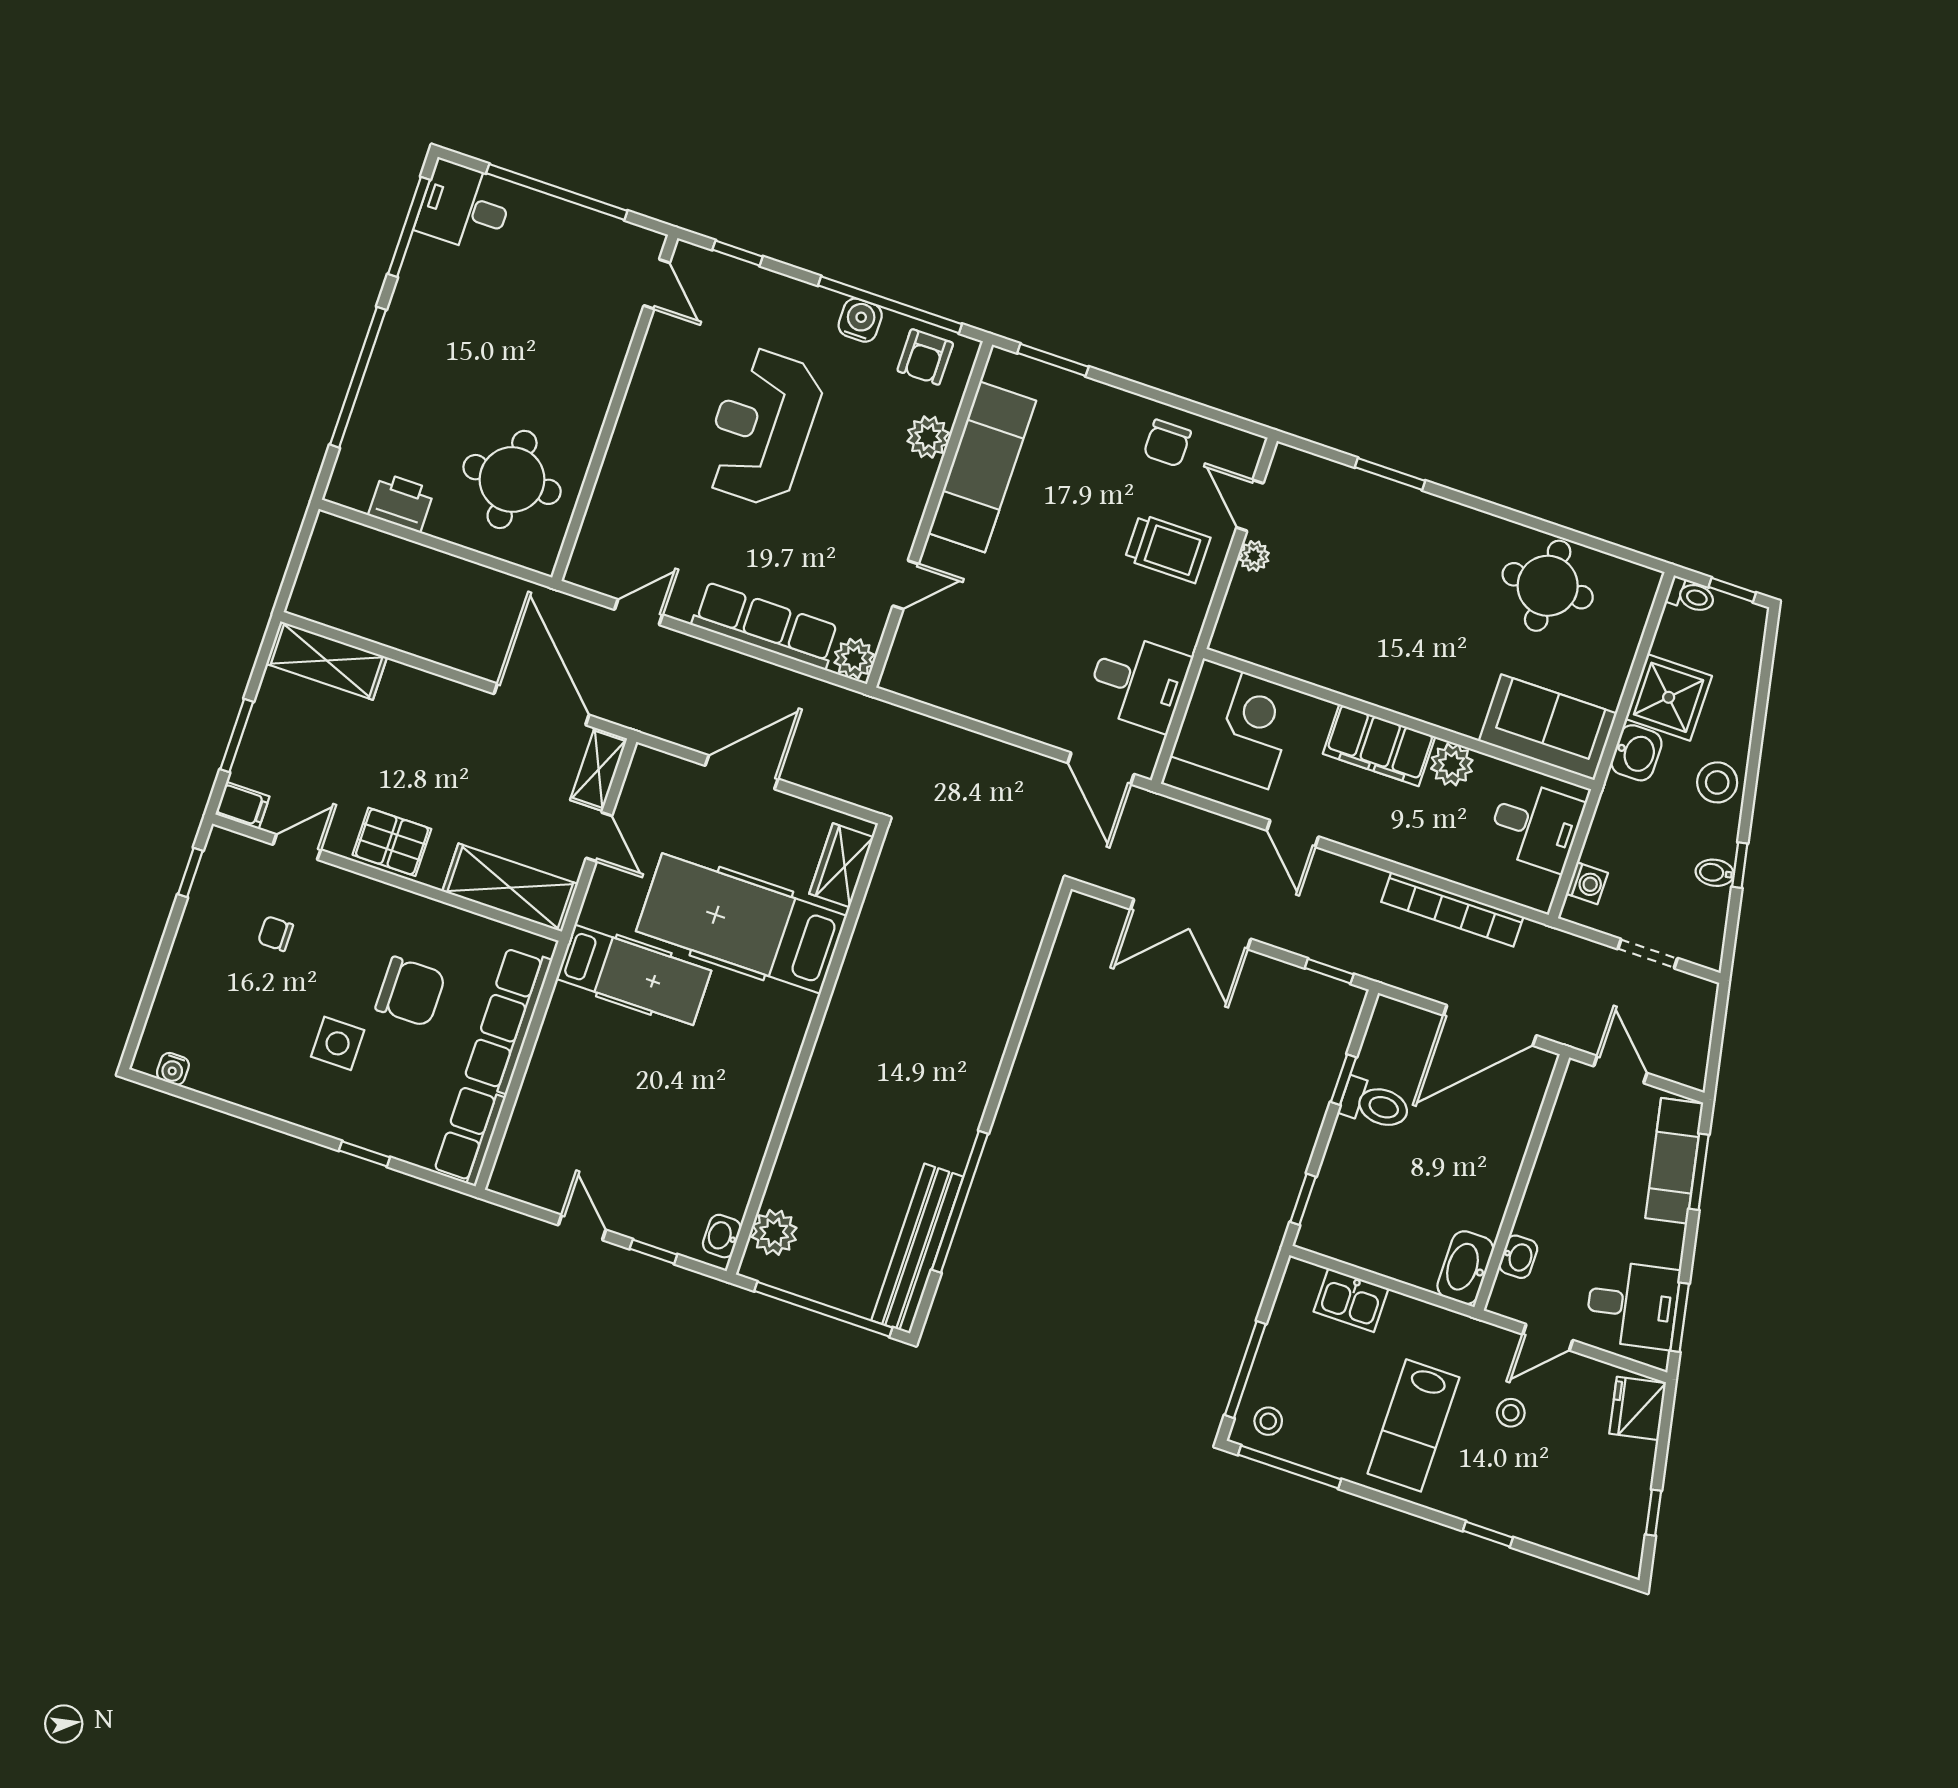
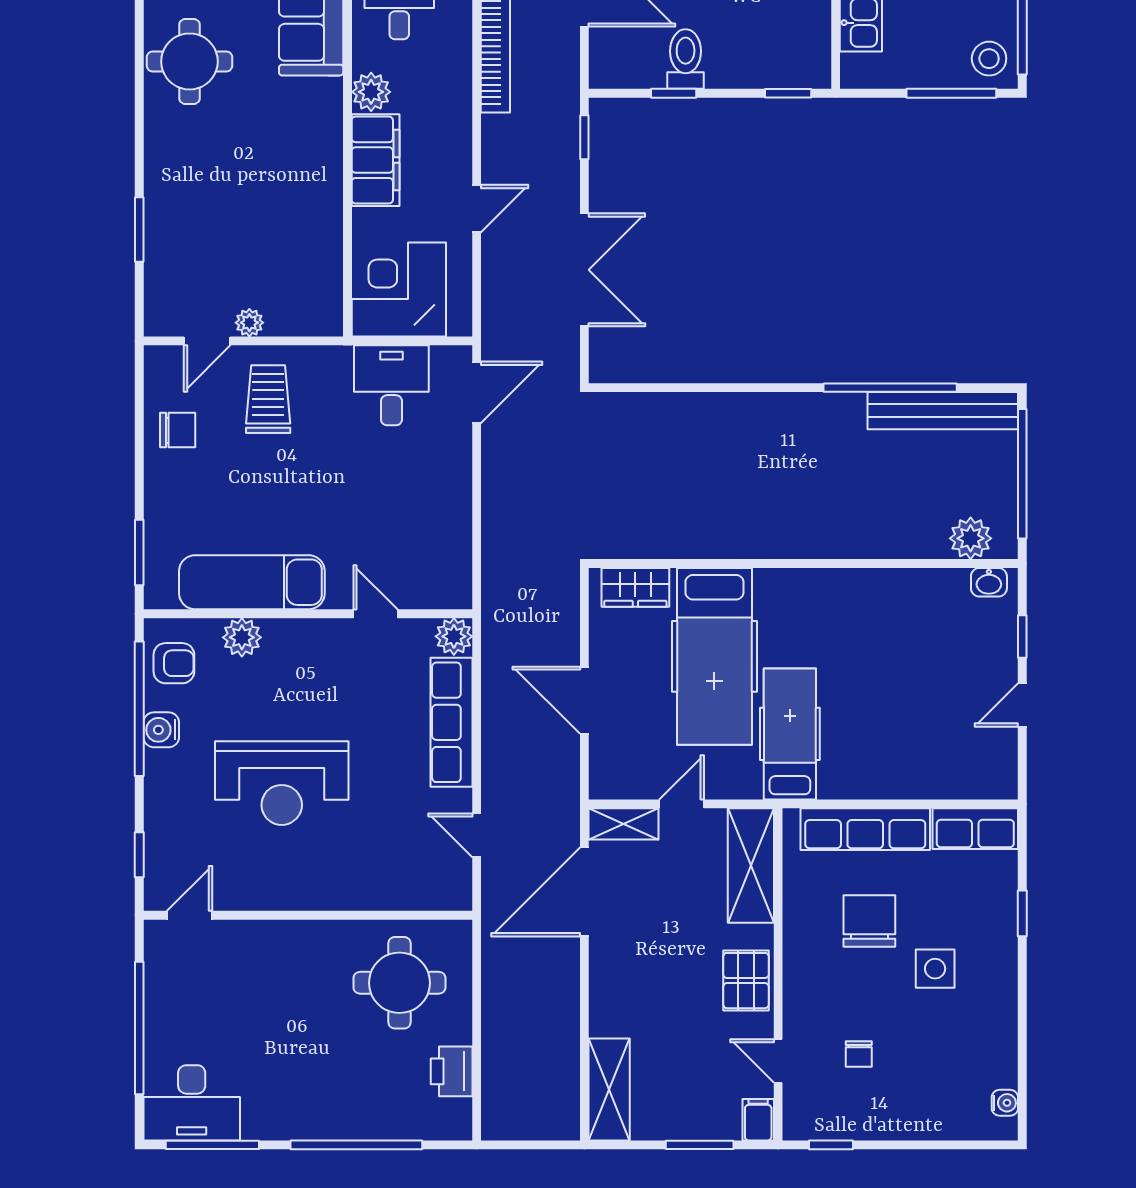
desk: (465, 207) -> (192, 1103), width x1.37
stool: (1268, 1421) -> (989, 59), width x1.37, depth x1.37

